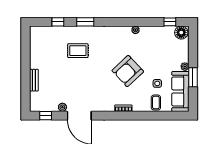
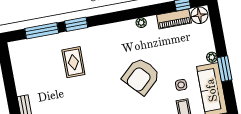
window: (58, 22) -> (42, 31), width x2.17
piano: (161, 32) -> (174, 19), added
rug: (78, 51) -> (73, 62), turned 90

